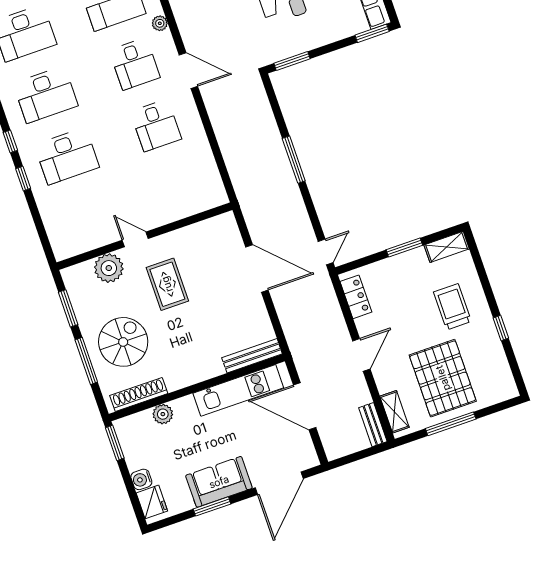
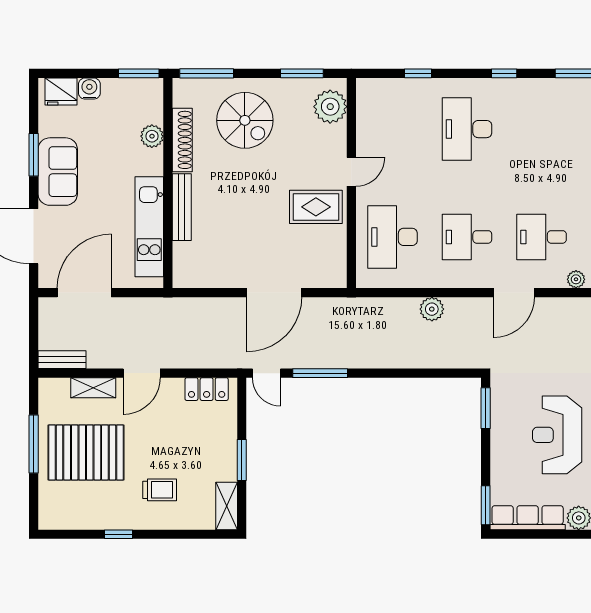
desk: (46, 95) -> (393, 237), moved
plant: (226, 134) -> (432, 309), added
window: (294, 160) -> (320, 373), moved
window: (23, 178) -> (418, 73), moved
plant: (109, 268) -> (330, 107), moved
rug: (167, 284) -> (316, 207), moved
trolley: (452, 307) -> (160, 490), width x0.73, depth x0.72
door: (361, 355) -> (142, 373), hinge flipped
bench: (252, 356) -> (182, 207), moved
window: (86, 361) -> (207, 73), moved
shoe rack: (139, 395) -> (182, 140), moved
door: (305, 406) -> (84, 293), moved
shelving: (394, 412) -> (93, 388), moved

